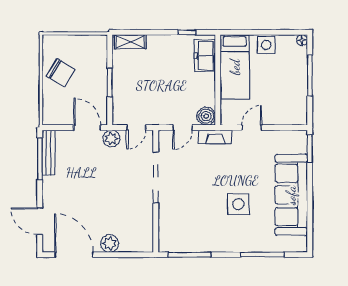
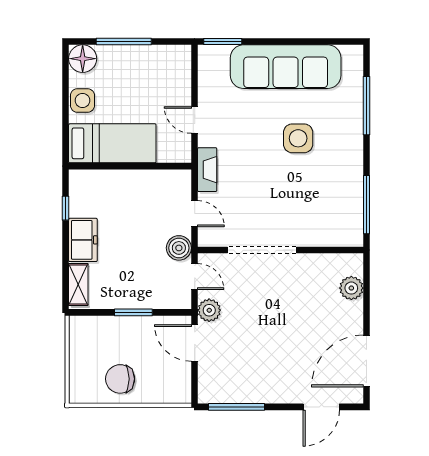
floor lamp: (302, 40) -> (83, 59), width x1.89, depth x1.89
freezer: (205, 56) -> (83, 240), moved, turned -90
chair: (61, 73) -> (120, 379), turned -121
boiler: (206, 116) -> (179, 248), moved
door: (87, 128) -> (195, 343), hinge flipped
bench: (49, 153) -> (228, 395), removed
plant: (110, 243) -> (351, 288), moved

